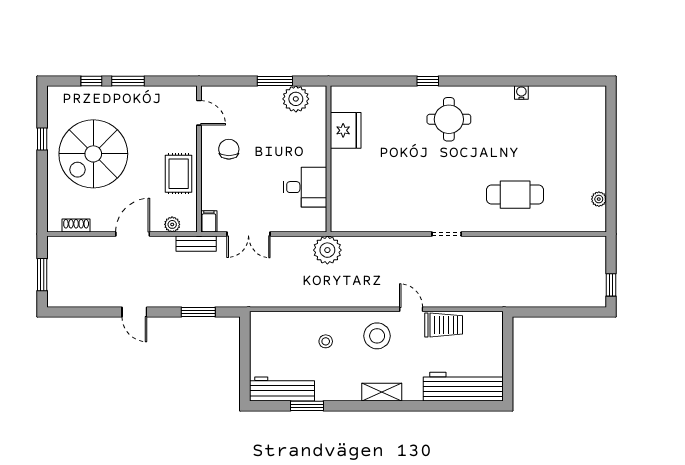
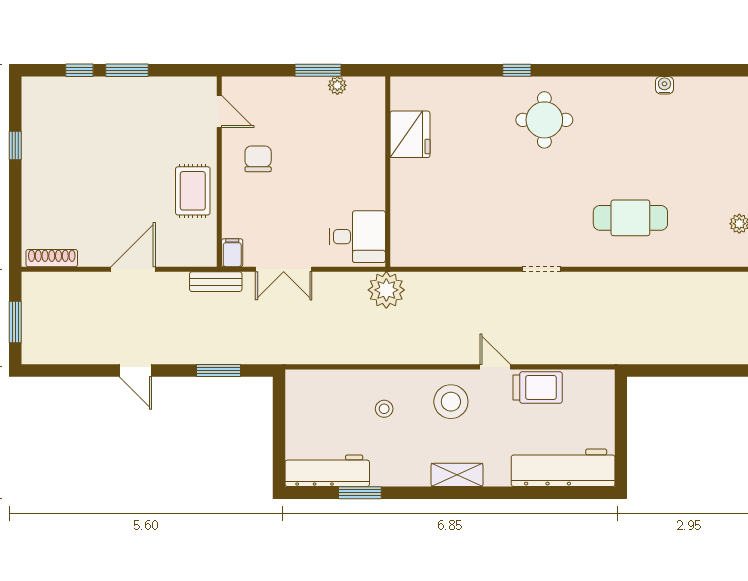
water cooler: (521, 93) -> (664, 85), moved
plant: (296, 99) -> (337, 85), width x0.53, depth x0.53
spiral stairs: (93, 154) -> (82, 165), removed
desk: (305, 187) -> (357, 237), moved
plant: (172, 224) -> (184, 257), removed
shoe rack: (76, 225) -> (52, 258), width x1.43

